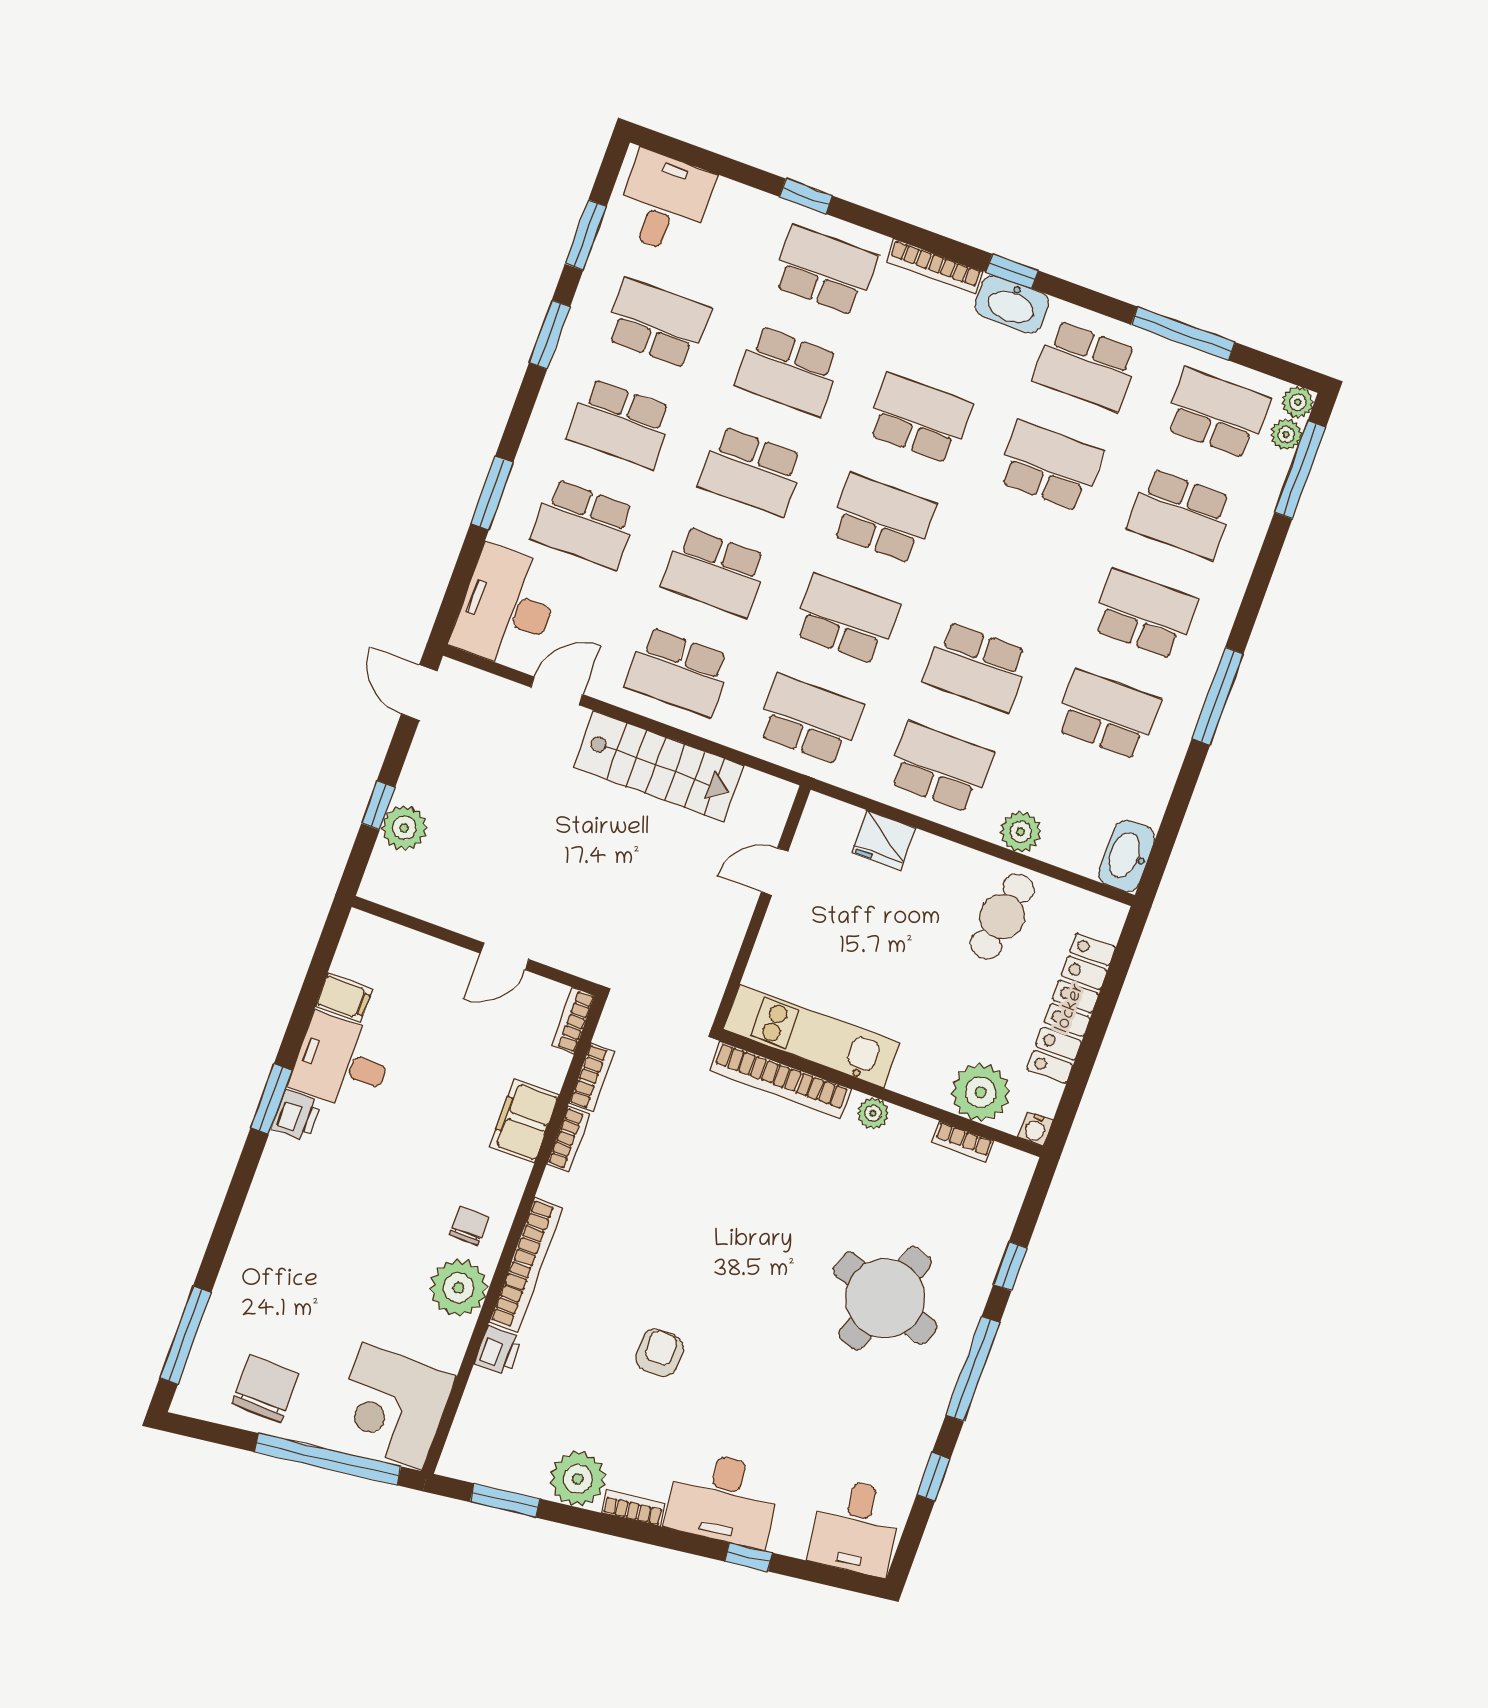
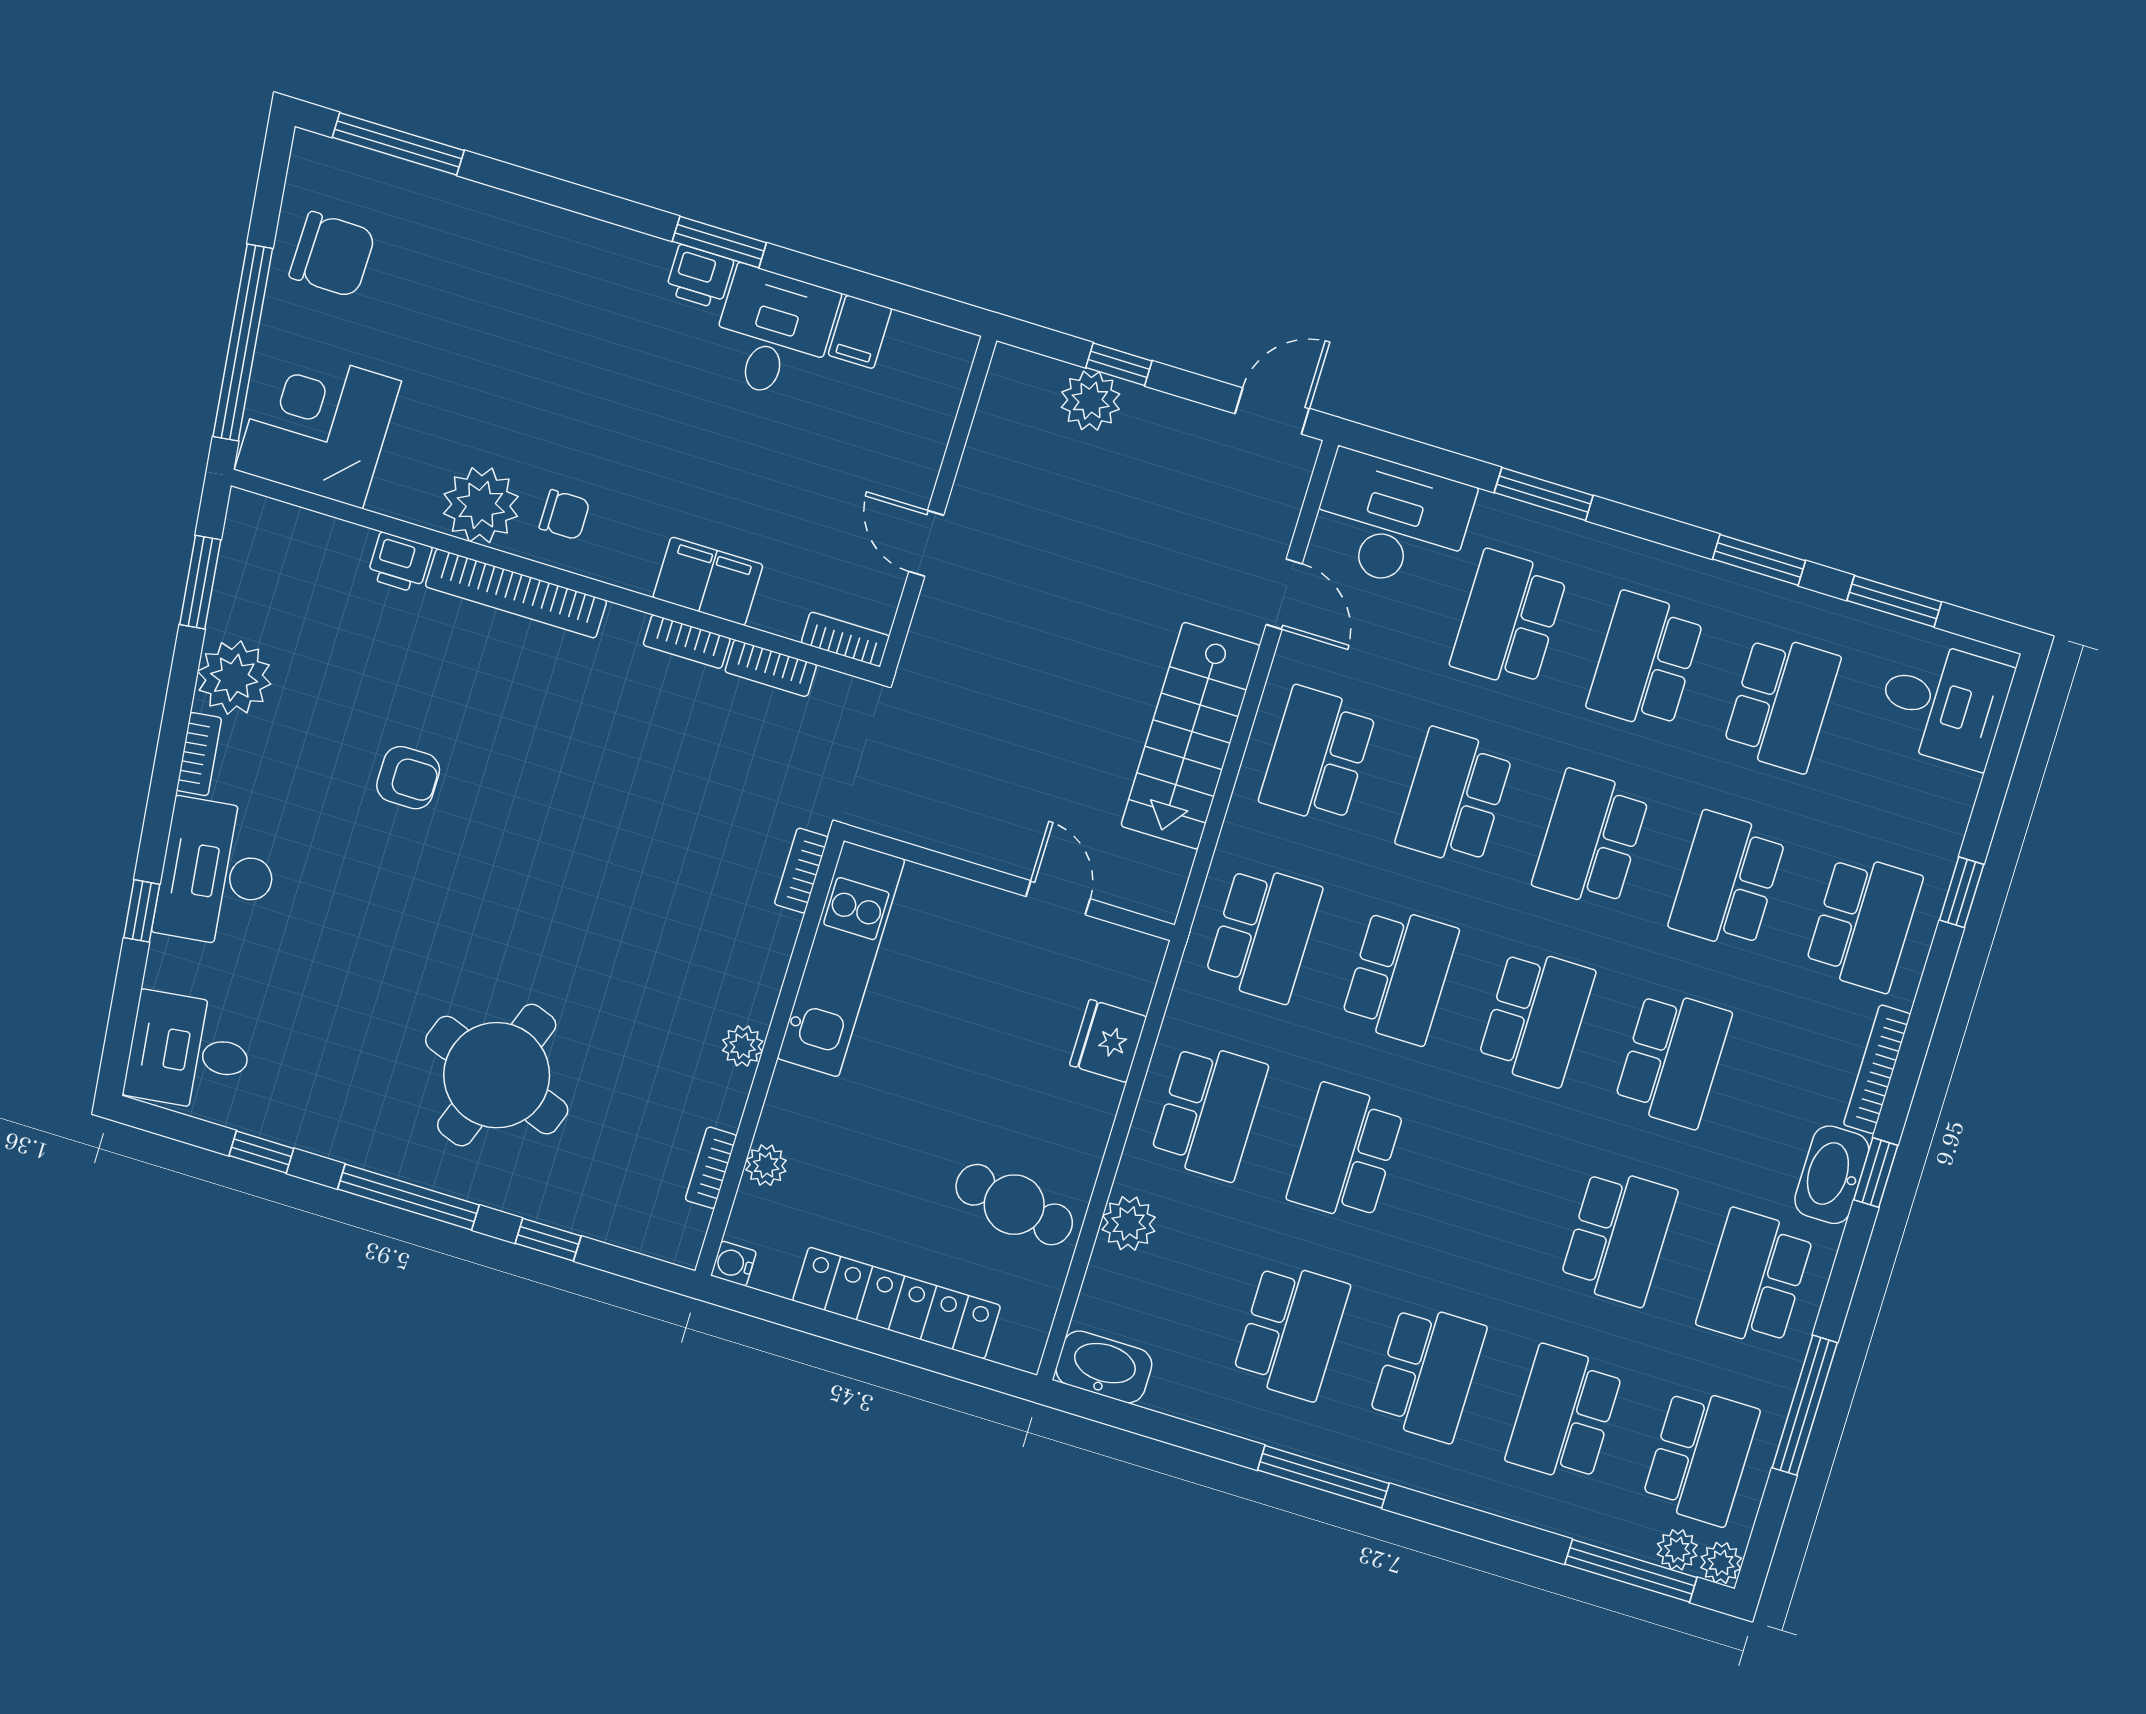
bookcase: (780, 1080) -> (801, 870), width x0.43, depth x0.76
plant: (981, 1092) -> (766, 1165), width x0.53, depth x0.53

